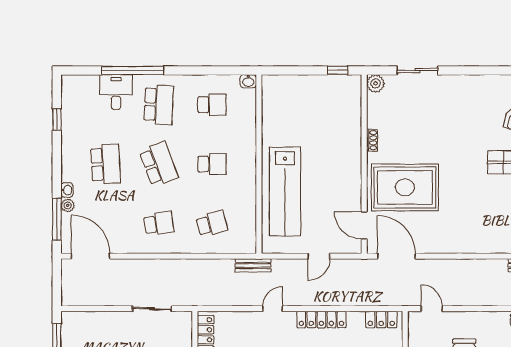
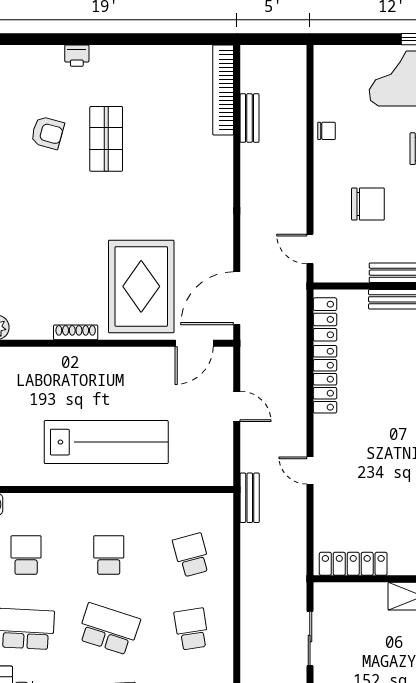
shoe rack: (372, 140) -> (76, 332), width x1.43
school desk: (159, 164) -> (109, 629), turned 39
lab bench: (285, 191) -> (106, 442), moved
door: (432, 309) -> (310, 249), hinge flipped
locker: (321, 320) -> (325, 379), moved

